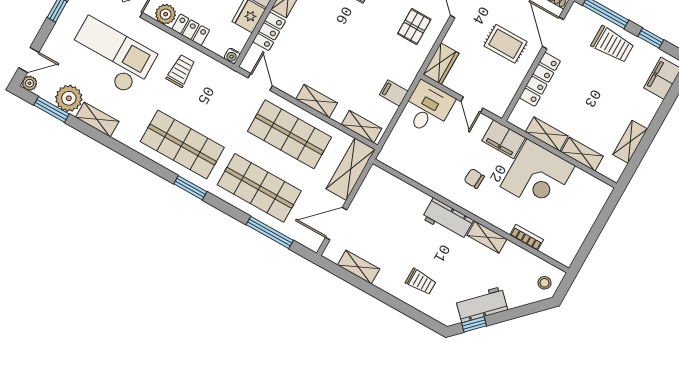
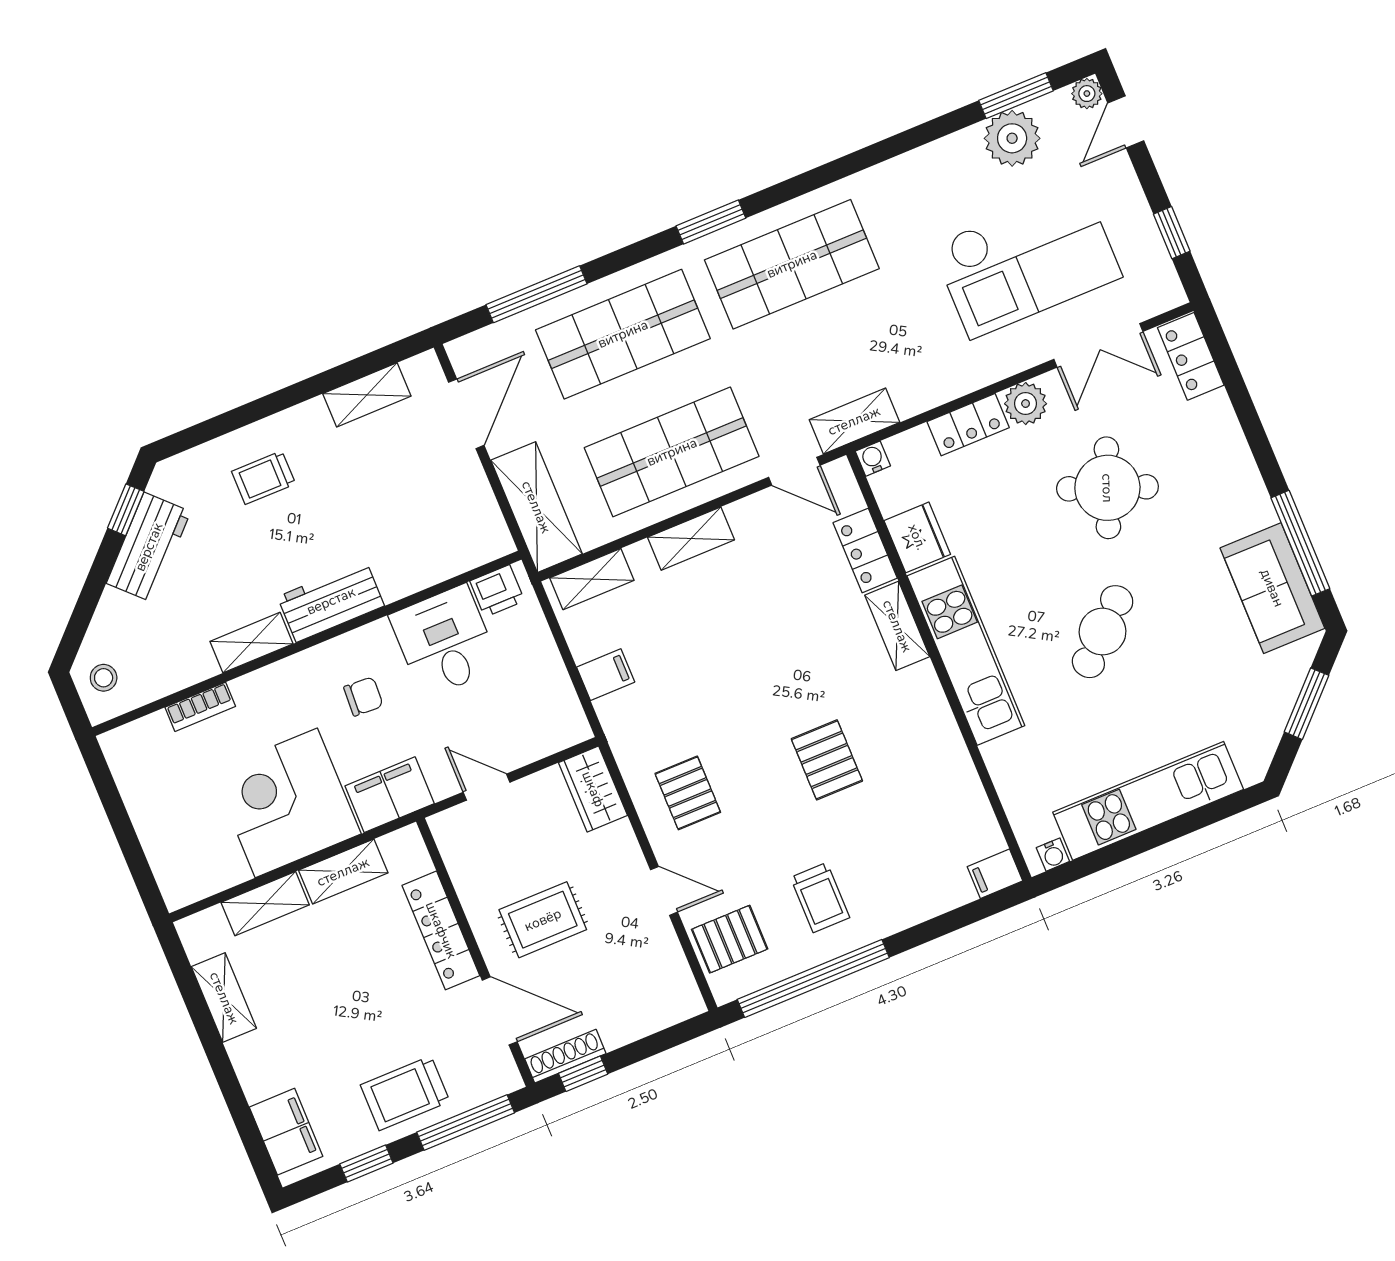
trolley: (181, 71) -> (914, 356), removed
desk: (428, 108) -> (445, 641), moved, turned 180
shelving: (97, 119) -> (854, 421), moved
printer: (394, 159) -> (497, 591), added

